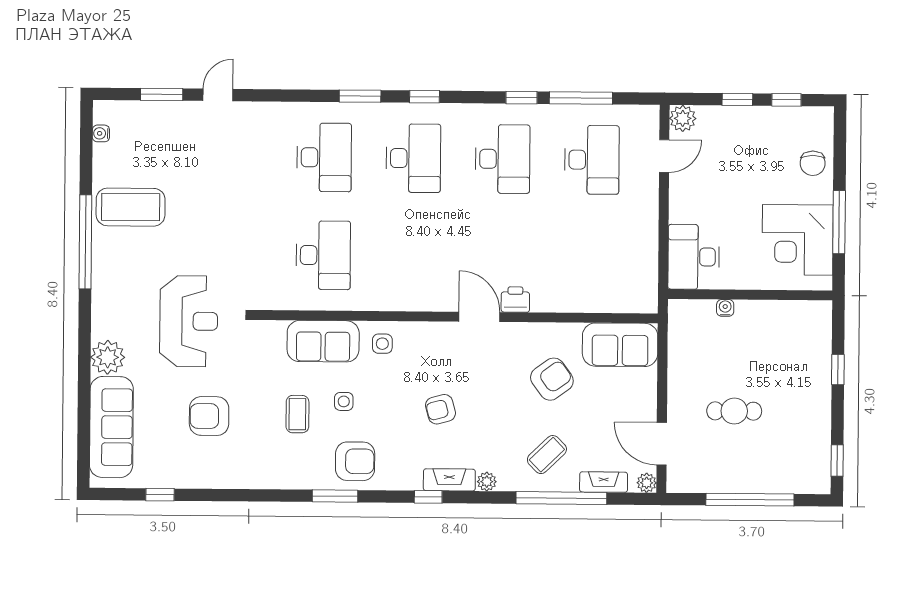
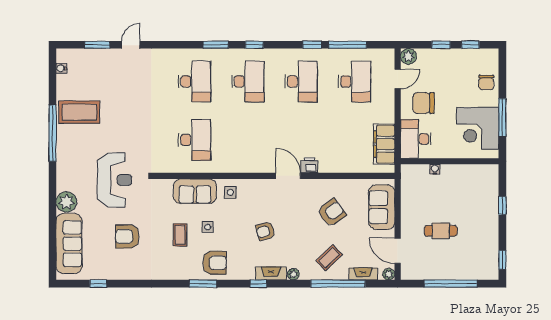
chair: (707, 197) -> (424, 103), added
filing cabinet: (641, 265) -> (384, 144), added
sofa: (620, 345) -> (382, 207), moved, turned 90

